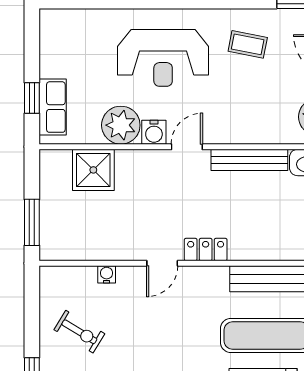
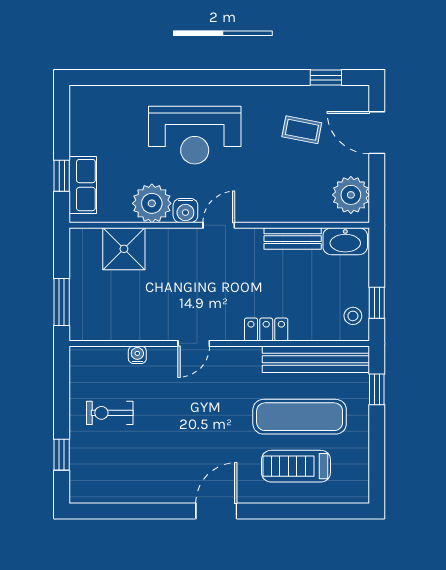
coffee table: (248, 44) -> (302, 130), moved
bench: (249, 160) -> (293, 239), width x0.73
locker: (206, 250) -> (266, 330), moved
exercise bike: (79, 332) -> (110, 413), turned 149

